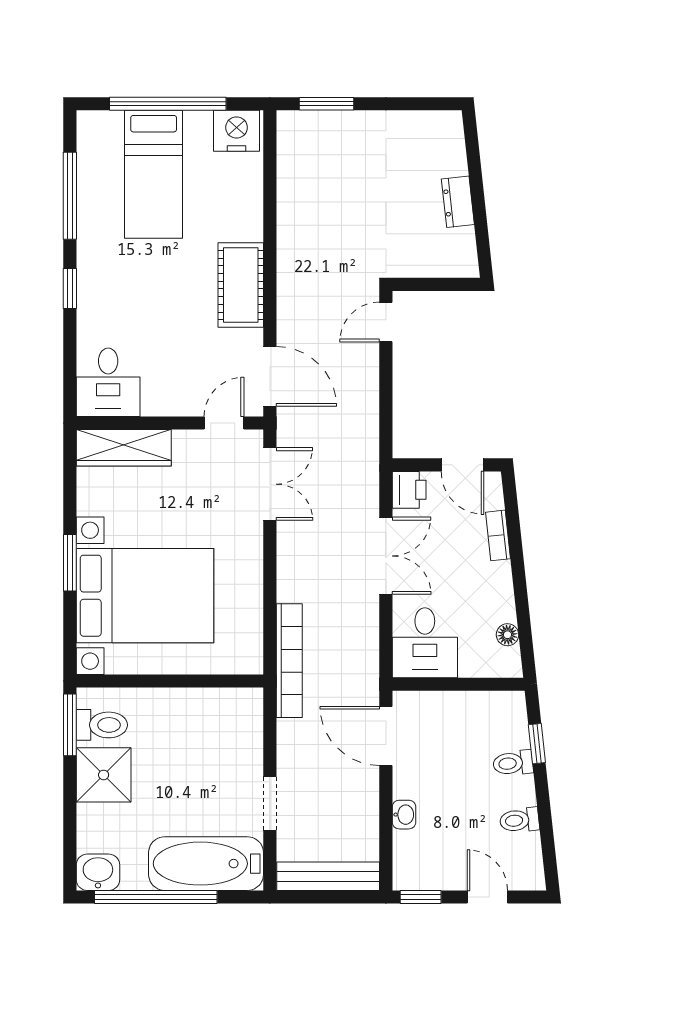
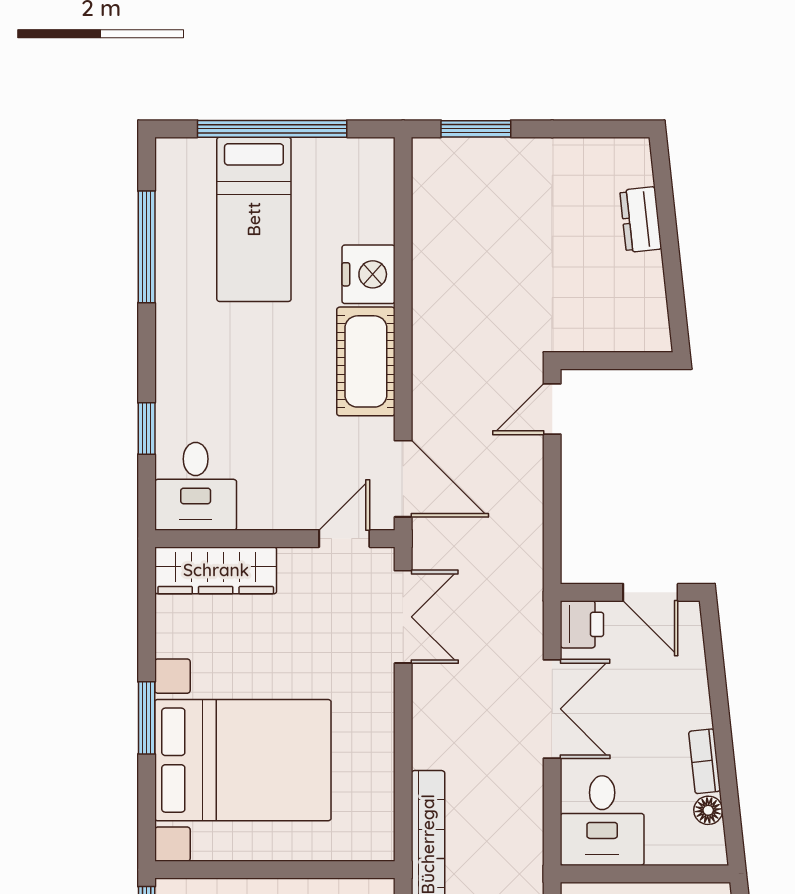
nightstand: (237, 131) -> (368, 274), moved, turned 90
dresser: (458, 202) -> (641, 220), moved
window: (70, 288) -> (147, 429), moved
bookcase: (498, 535) -> (705, 761), moved

